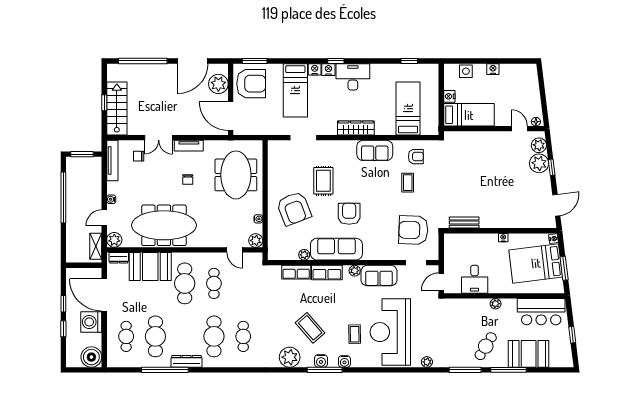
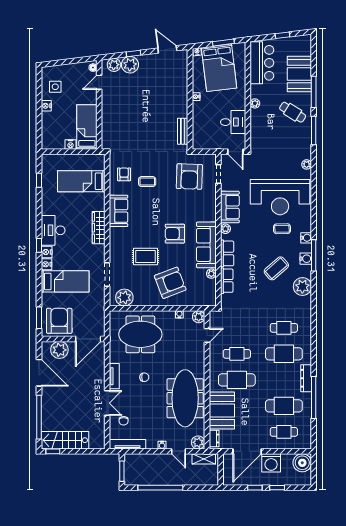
side table: (466, 71) -> (55, 87), moved
window: (104, 103) -> (53, 451), moved
stairs: (117, 108) -> (65, 440), moved
plant: (277, 157) -> (124, 298), added

